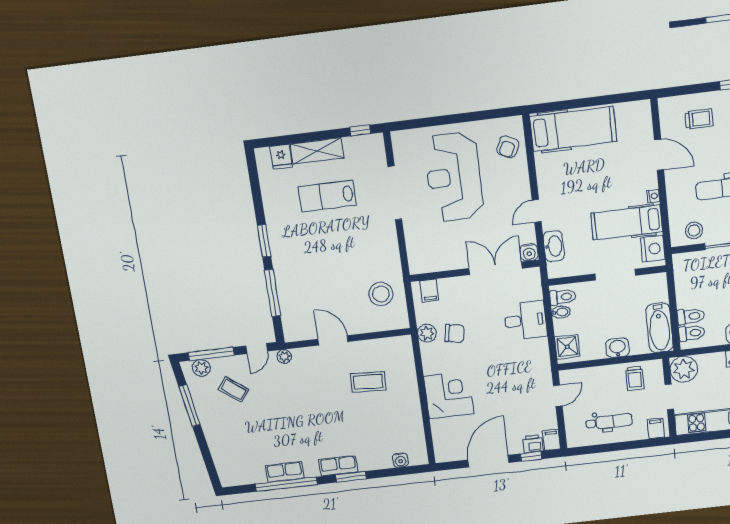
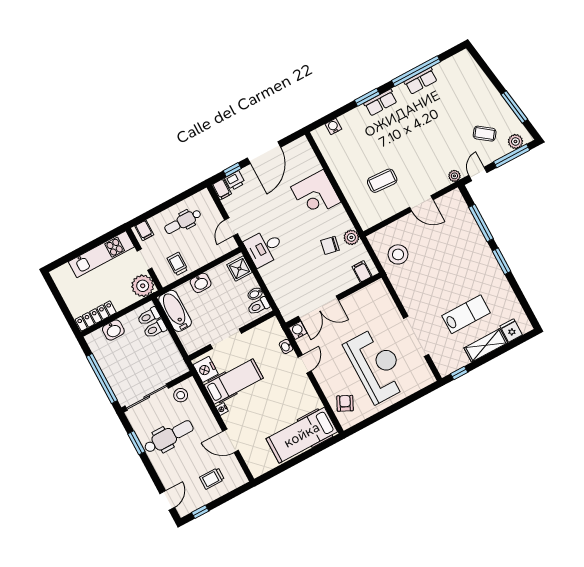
washbasin: (554, 246) -> (286, 346), width x0.52, depth x0.69
desk: (525, 320) -> (264, 248), moved

